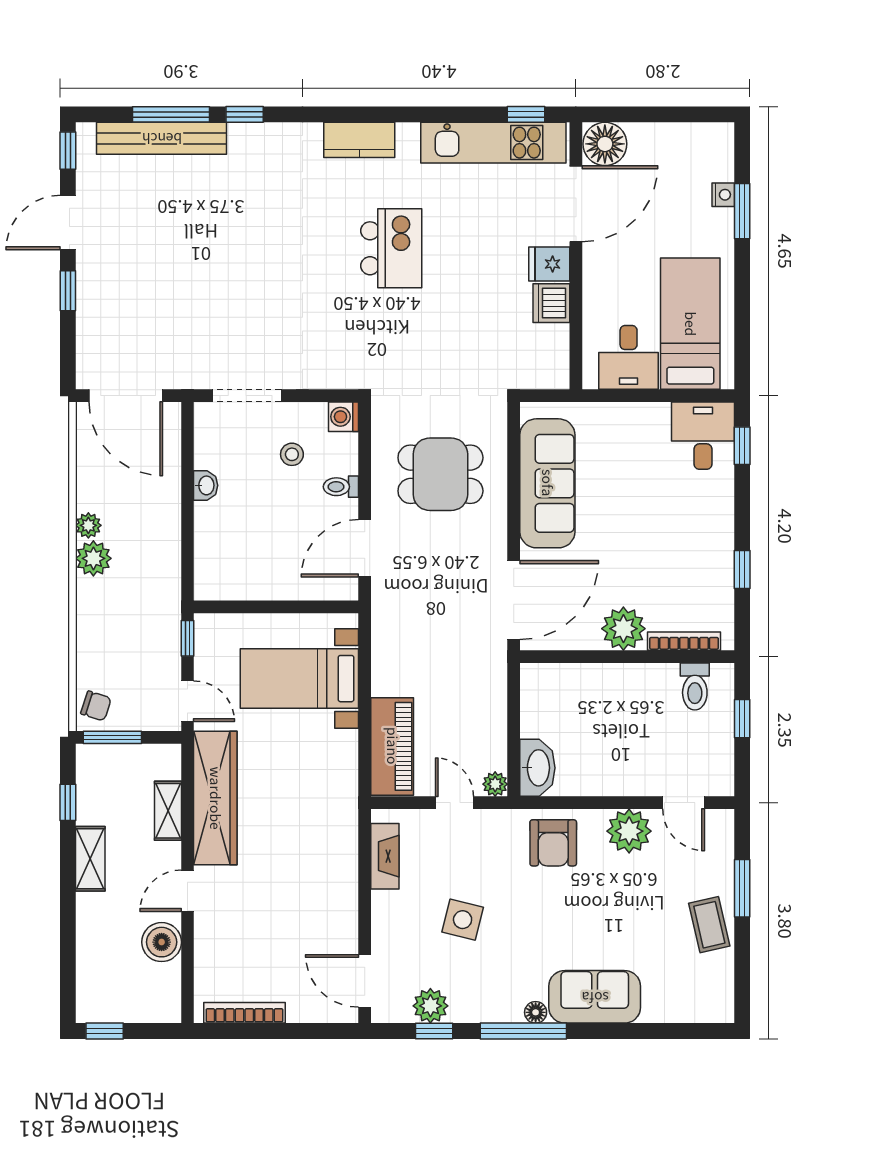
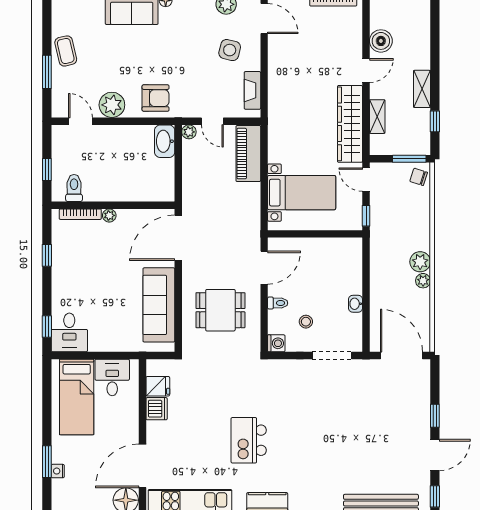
fridge: (549, 264) -> (158, 386), moved
plant: (623, 629) -> (109, 215), width x0.53, depth x0.53
armchair: (553, 843) -> (156, 98), turned 90
side table: (463, 920) -> (230, 50), moved

